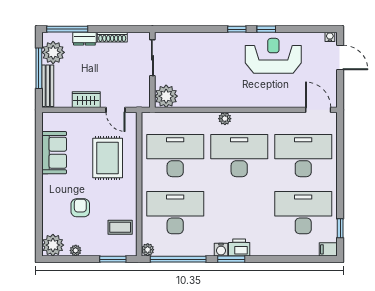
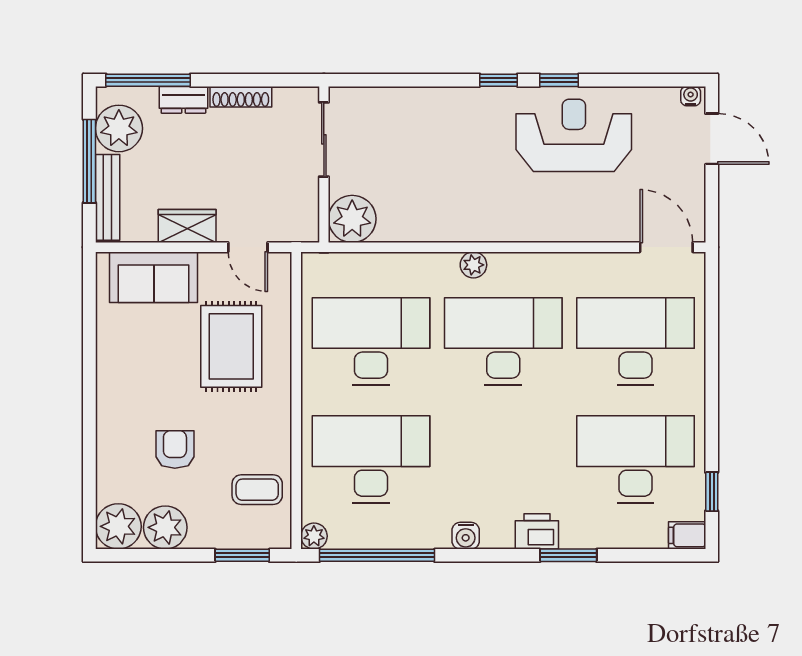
sofa: (54, 153) -> (154, 277), moved, turned 90
printer: (239, 247) -> (537, 531), moved
plant: (76, 250) -> (165, 527), width x1.88, depth x1.88
window: (231, 259) -> (568, 555), moved

